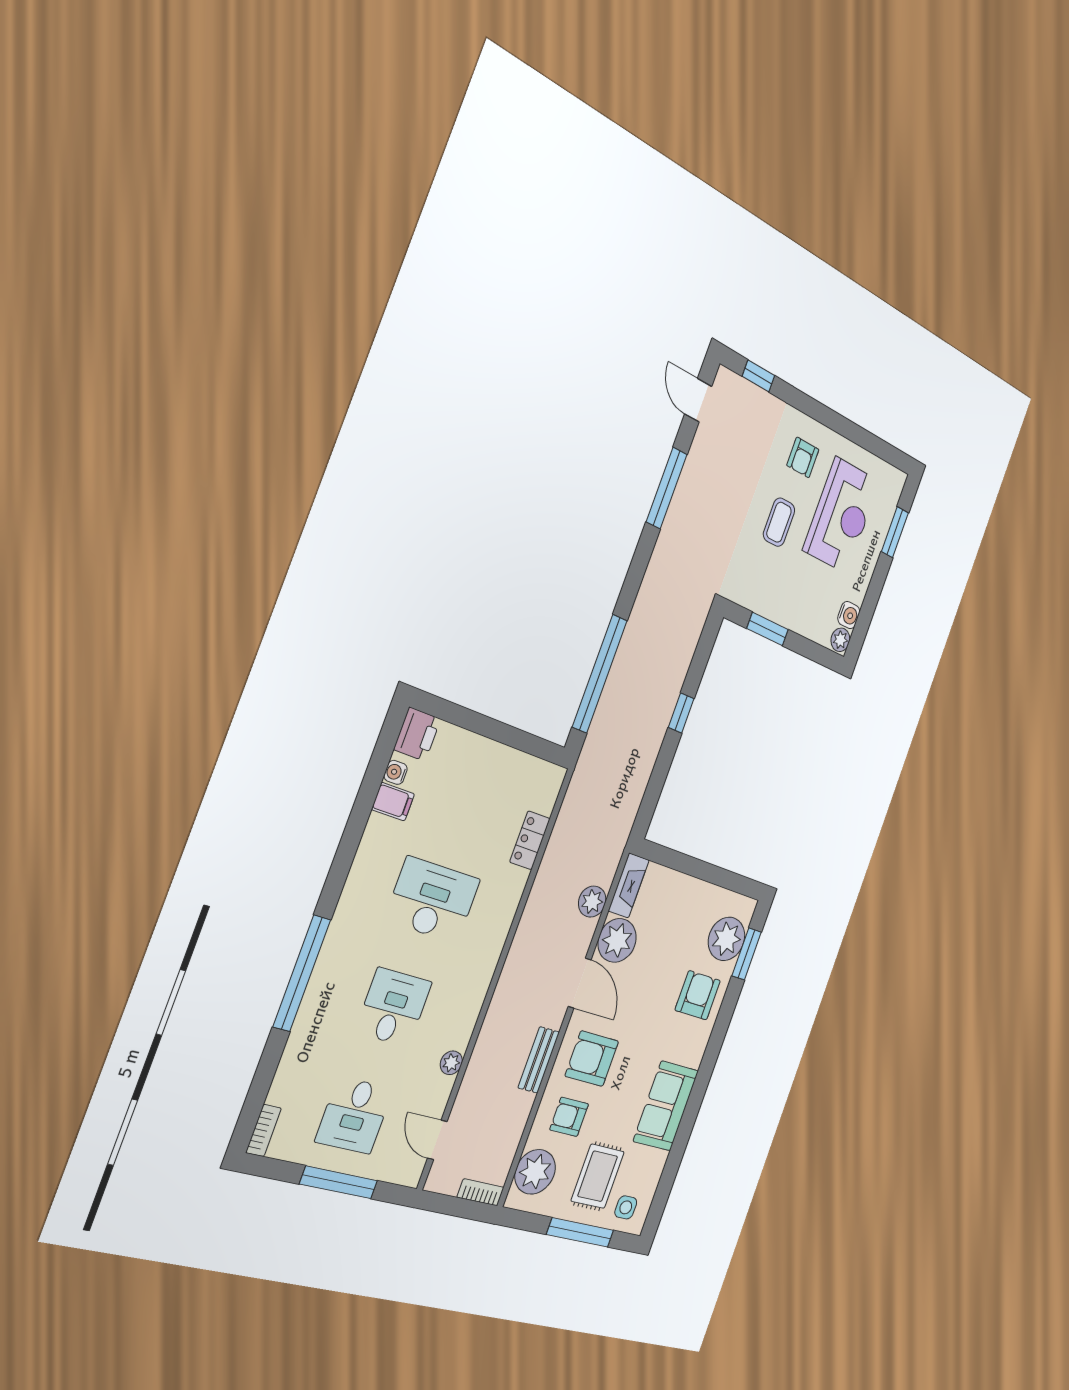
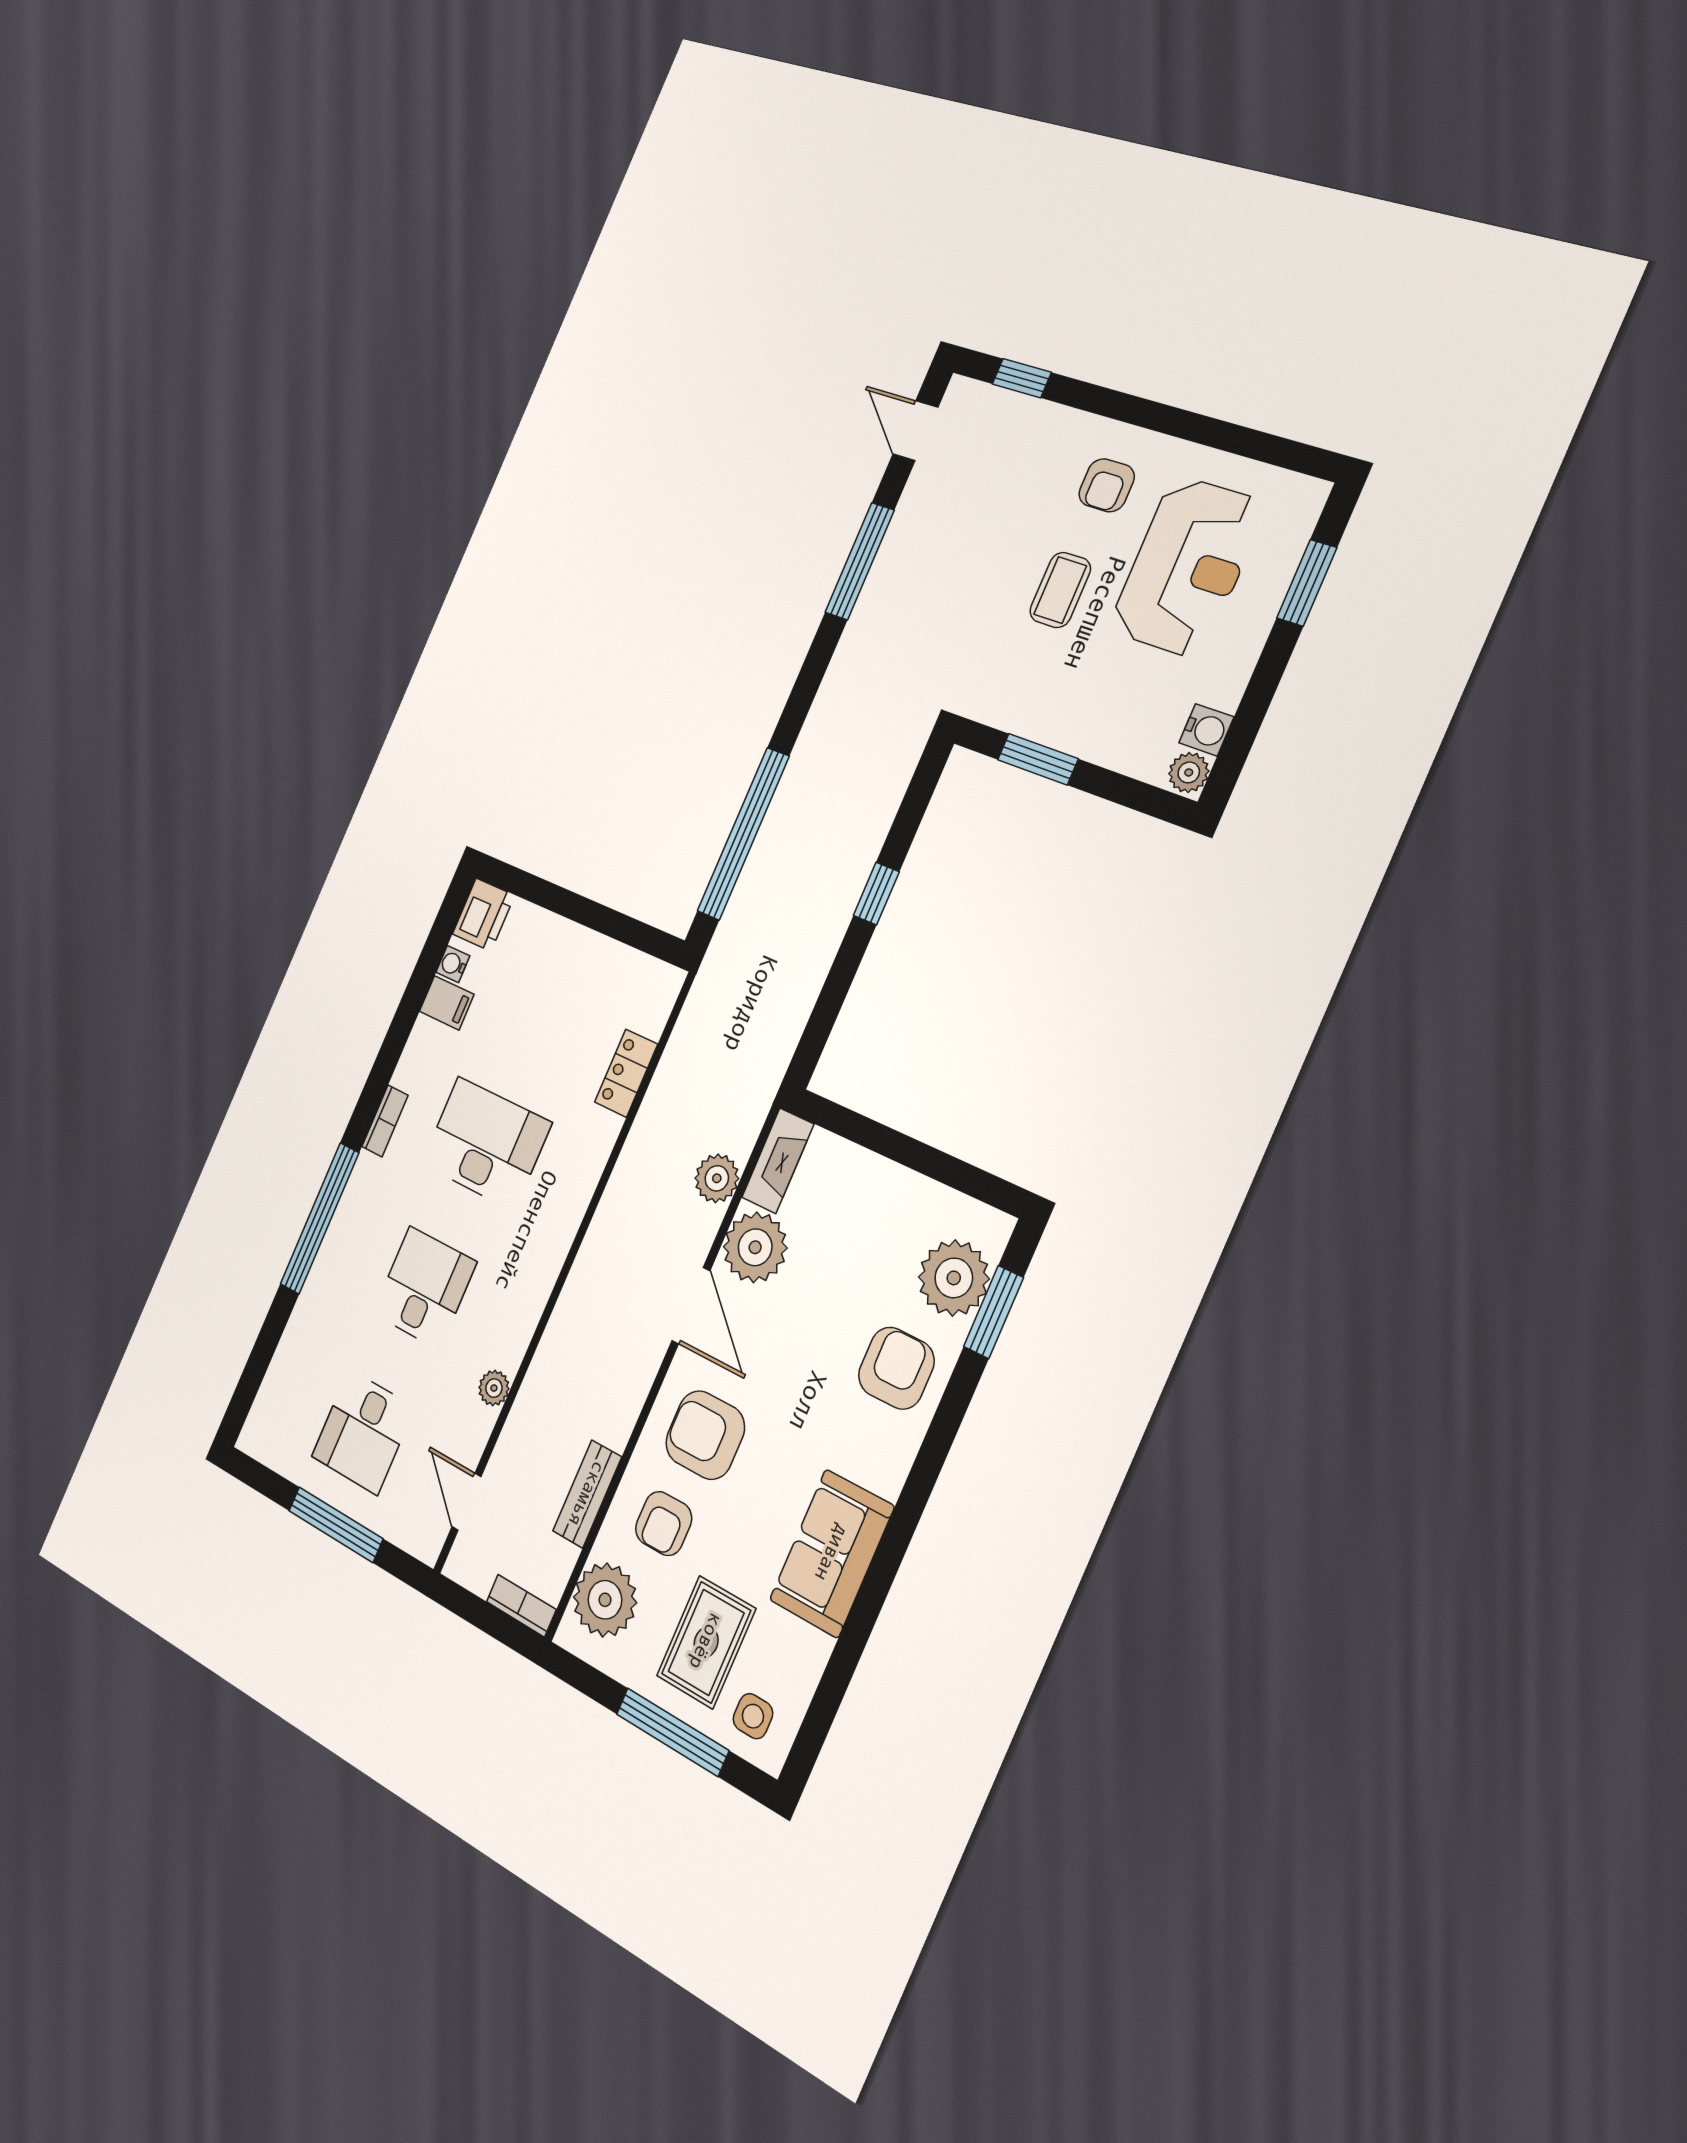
bench: (539, 1060) -> (587, 1494), moved
armchair: (569, 1117) -> (664, 1524), turned -90
bookcase: (264, 1130) -> (385, 1121), moved

